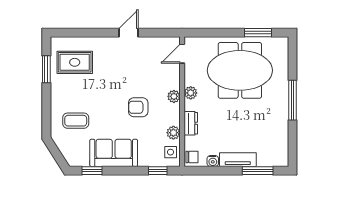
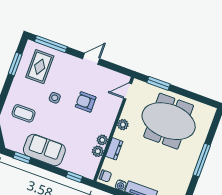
window: (78, 33) -> (51, 44), added
window: (258, 33) -> (158, 83), moved
rug: (75, 62) -> (40, 67), turned 90
plant: (174, 96) -> (102, 140), moved
armchair: (138, 107) -> (86, 102), moved
side table: (171, 152) -> (55, 98), moved

